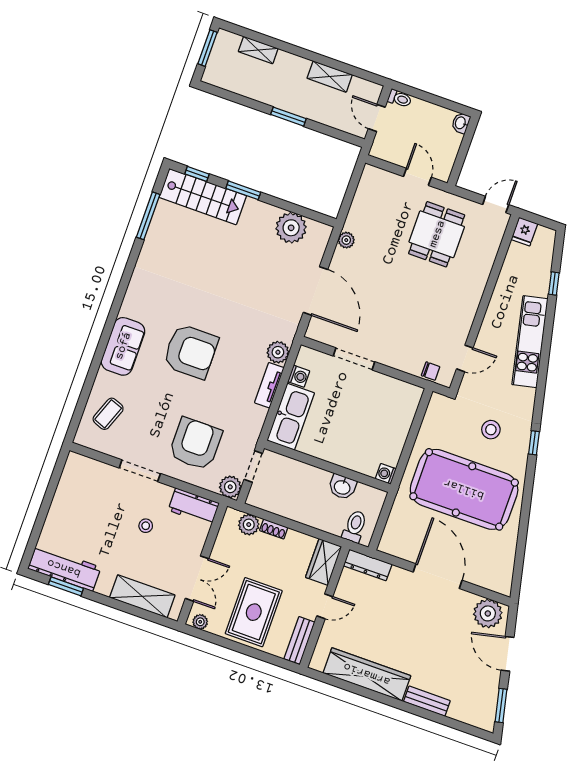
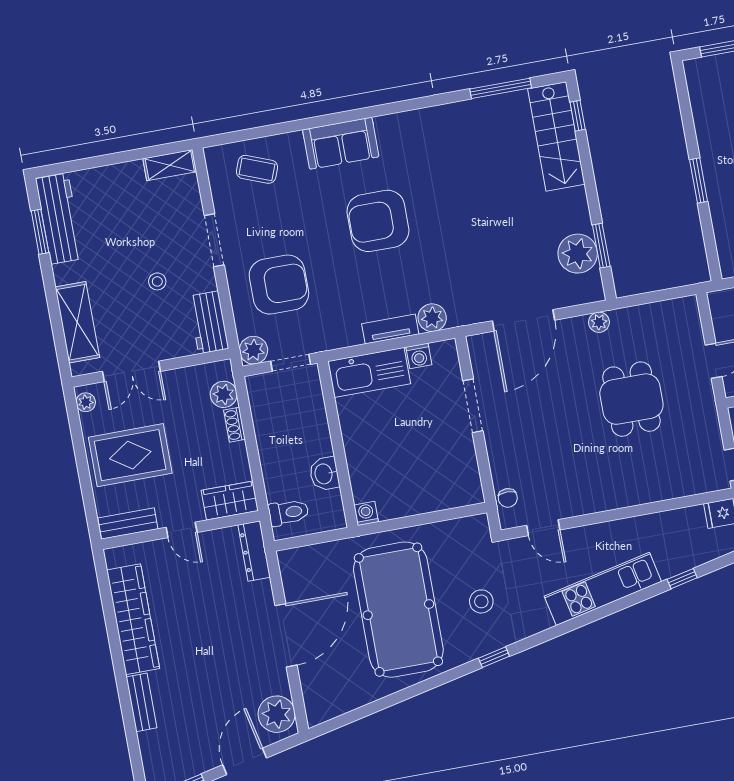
window: (243, 190) -> (601, 246), moved
dining table: (437, 234) -> (631, 399), moved, turned 90
armchair: (191, 351) -> (378, 221), turned 90
shelving: (71, 472) -> (170, 165), added

